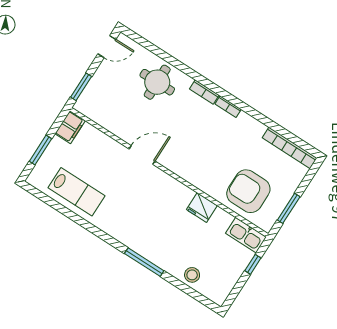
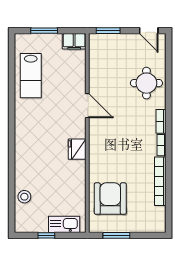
bookcase: (290, 148) -> (160, 181), moved
fridge: (202, 208) -> (77, 149), moved
kitchen sink: (246, 235) -> (64, 224), moved, turned 90
window: (144, 262) -> (12, 157), removed
window: (253, 264) -> (46, 235), moved

